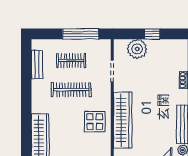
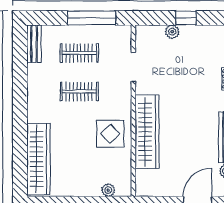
plant: (137, 49) -> (172, 32), width x0.53, depth x0.53
bench: (37, 65) -> (34, 44), moved
clothes rail: (71, 90) -> (79, 91), width x0.73

